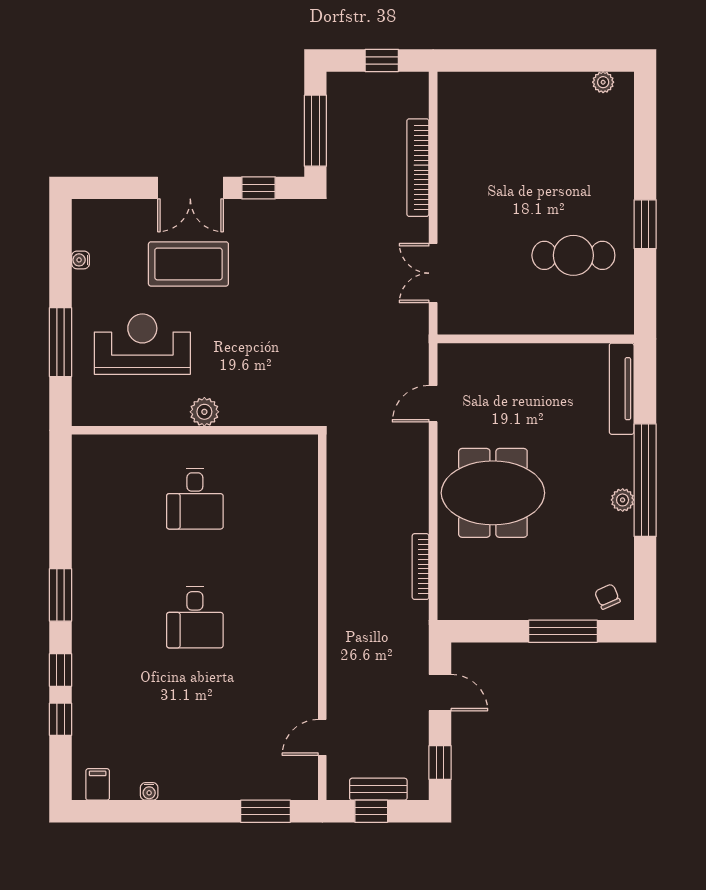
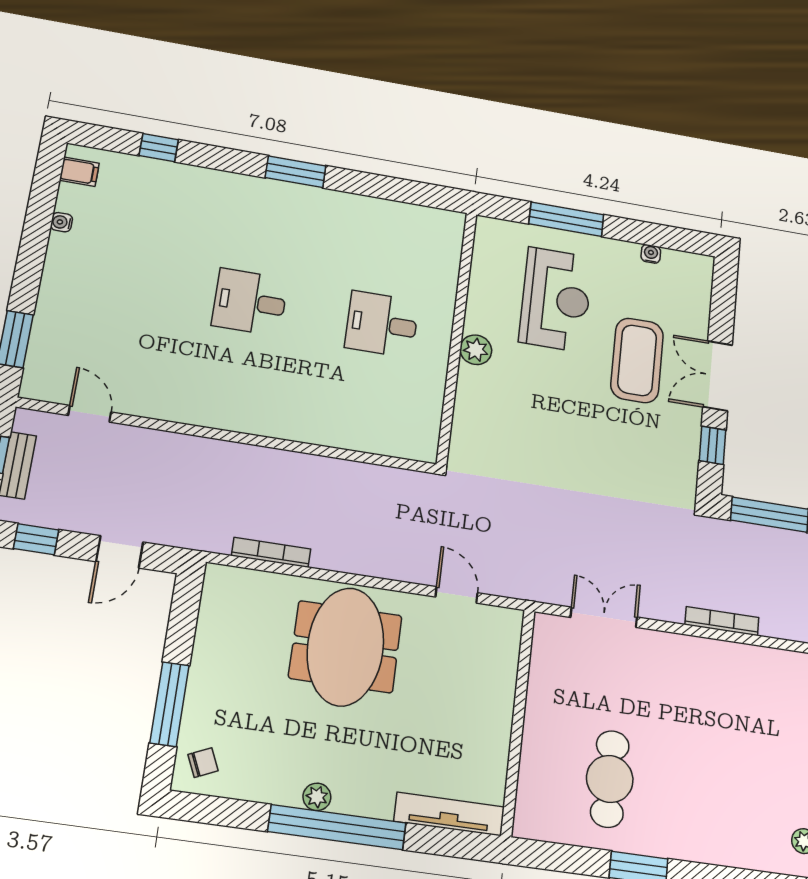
bookcase: (418, 168) -> (722, 621), width x0.68, depth x0.76
window: (60, 670) -> (213, 157), removed

